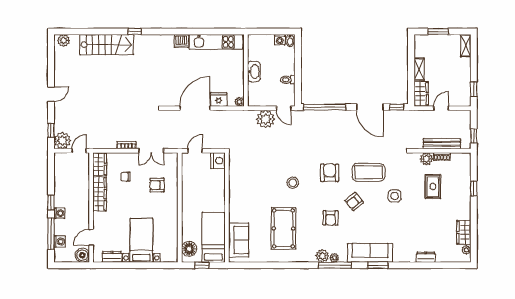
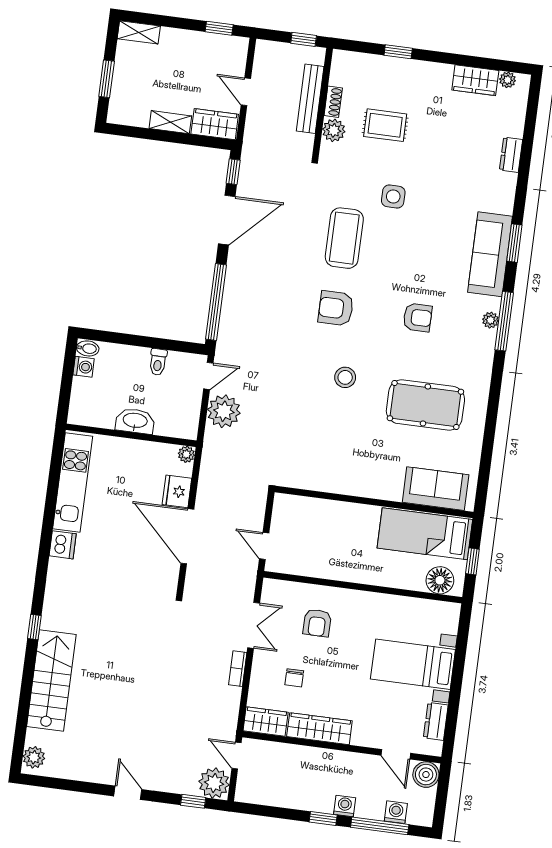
nightstand: (218, 161) -> (287, 507), removed
armchair: (354, 202) -> (394, 271), removed
plant: (322, 256) -> (484, 341), removed

